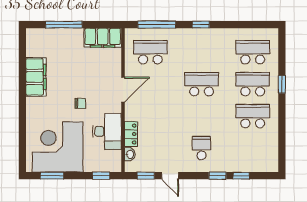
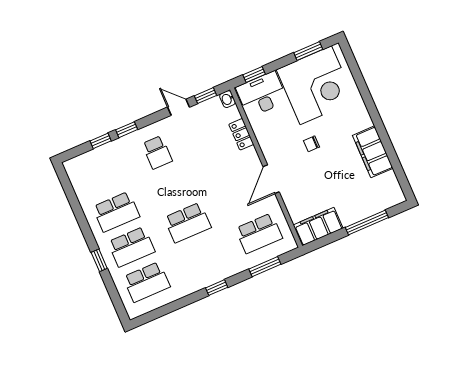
window: (157, 25) -> (265, 267), width x0.69
desk: (107, 131) -> (262, 94), moved, turned 90
washbasin: (130, 154) -> (227, 99), moved

